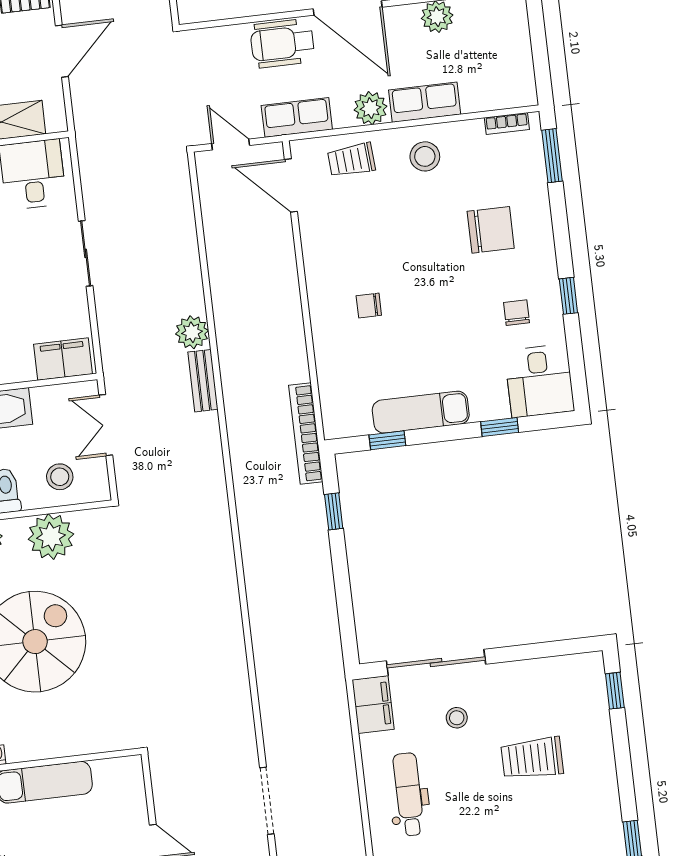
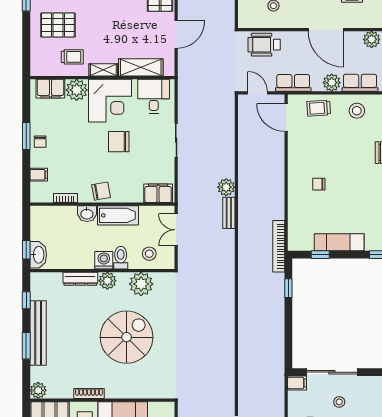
wheelchair: (282, 43) -> (264, 45), moved
filing cabinet: (373, 704) -> (297, 383), width x0.50

